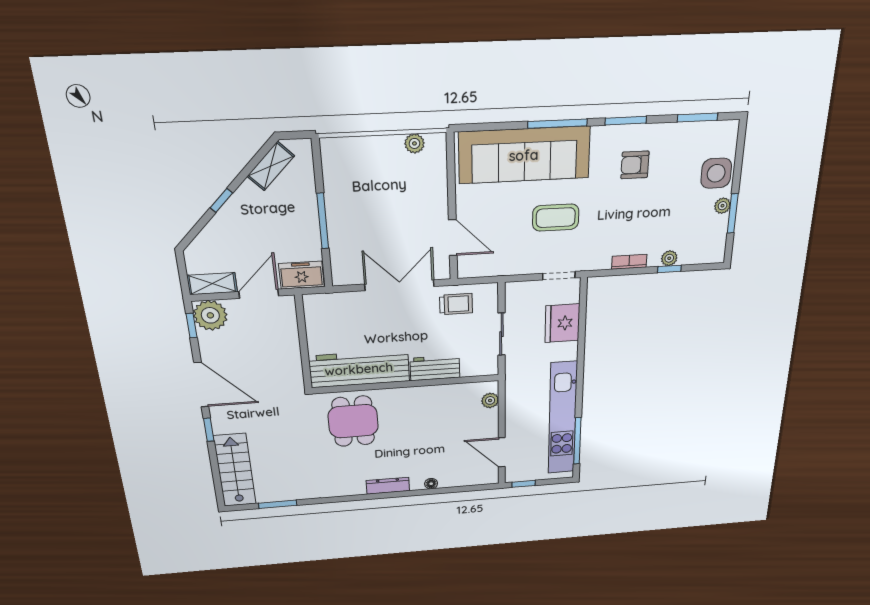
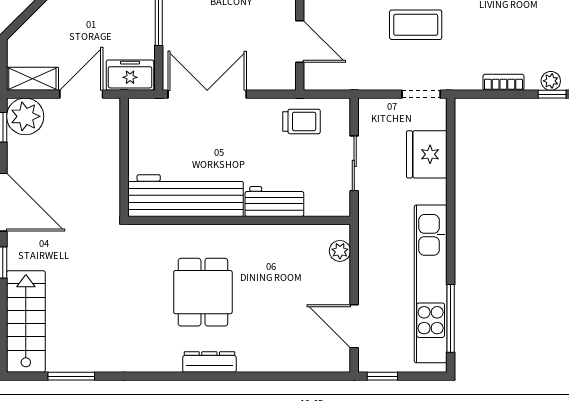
double door: (399, 285) -> (207, 94), moved
dining table: (353, 421) -> (203, 292), moved
floor lamp: (431, 484) -> (264, 364), removed

